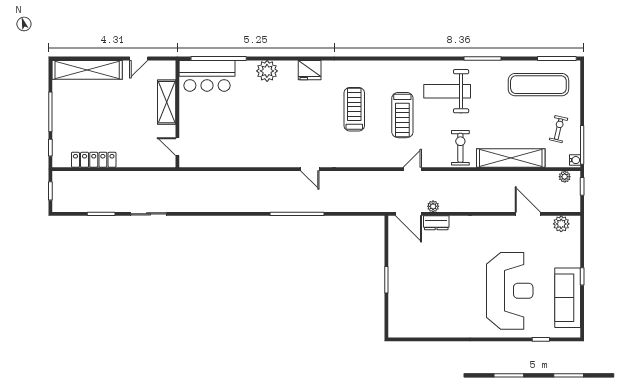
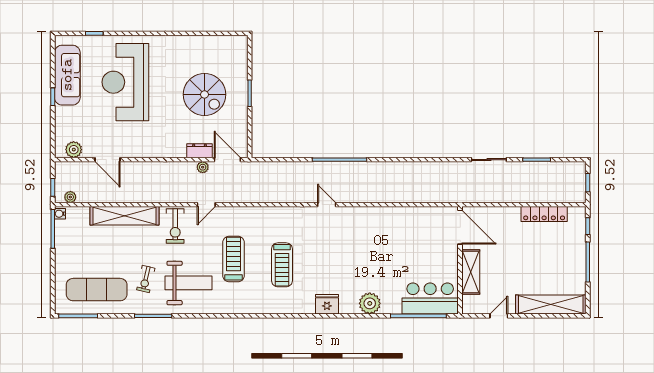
exercise bike: (559, 129) -> (146, 279), moved
door: (177, 147) -> (460, 227), width x1.88
door: (412, 169) -> (206, 205), moved
spiral stairs: (431, 279) -> (205, 94), added

